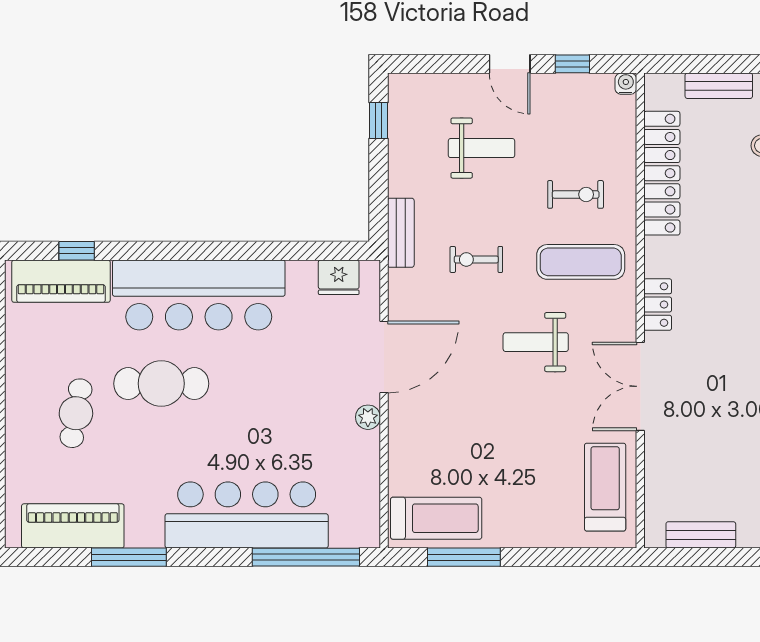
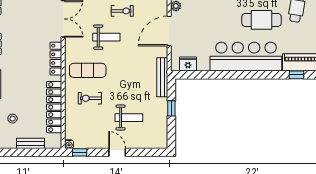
window: (572, 64) -> (80, 152), moved
window: (378, 121) -> (171, 108), moved
weight bench: (481, 148) -> (129, 118), turned 180
bench: (401, 233) -> (162, 77), width x1.36
exercise bike: (476, 259) -> (122, 11), moved
locker: (658, 305) -> (56, 59), width x1.53

